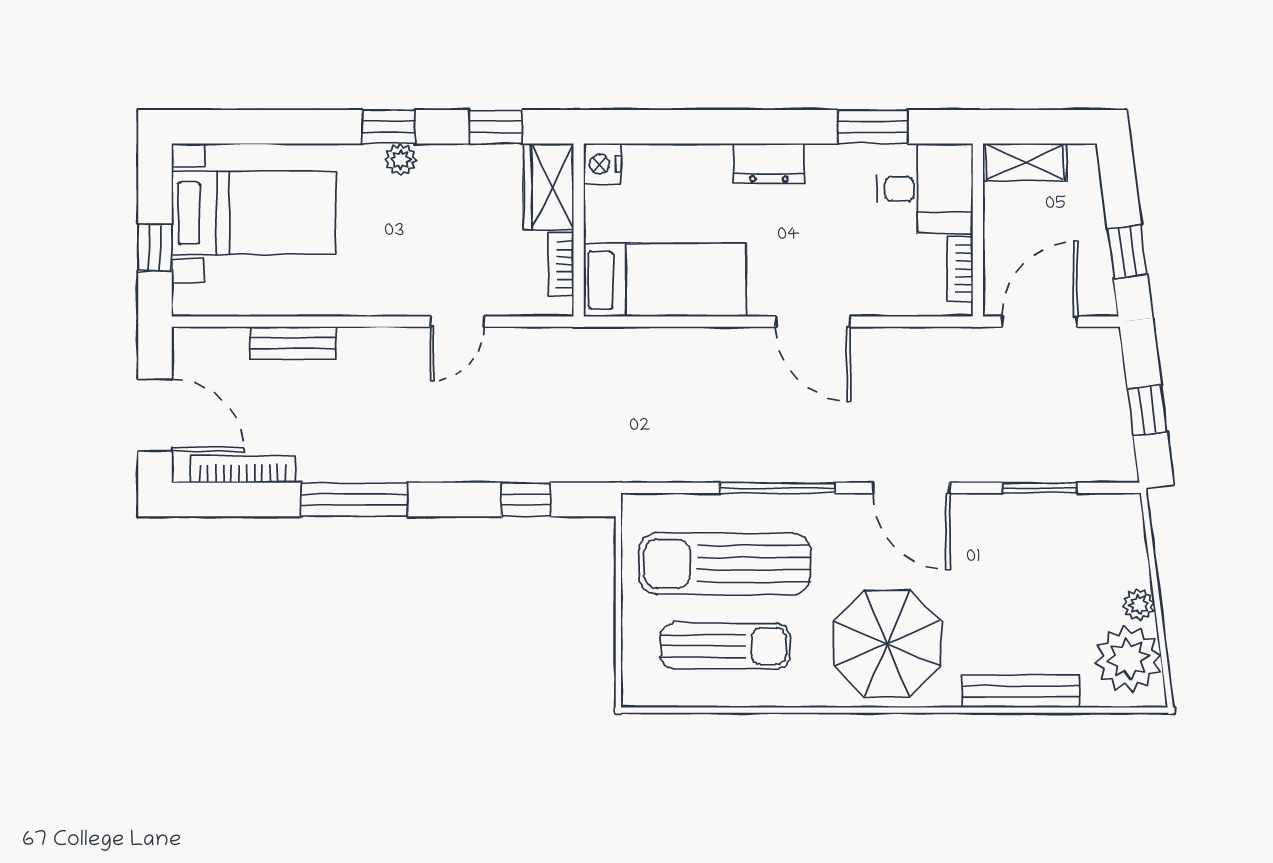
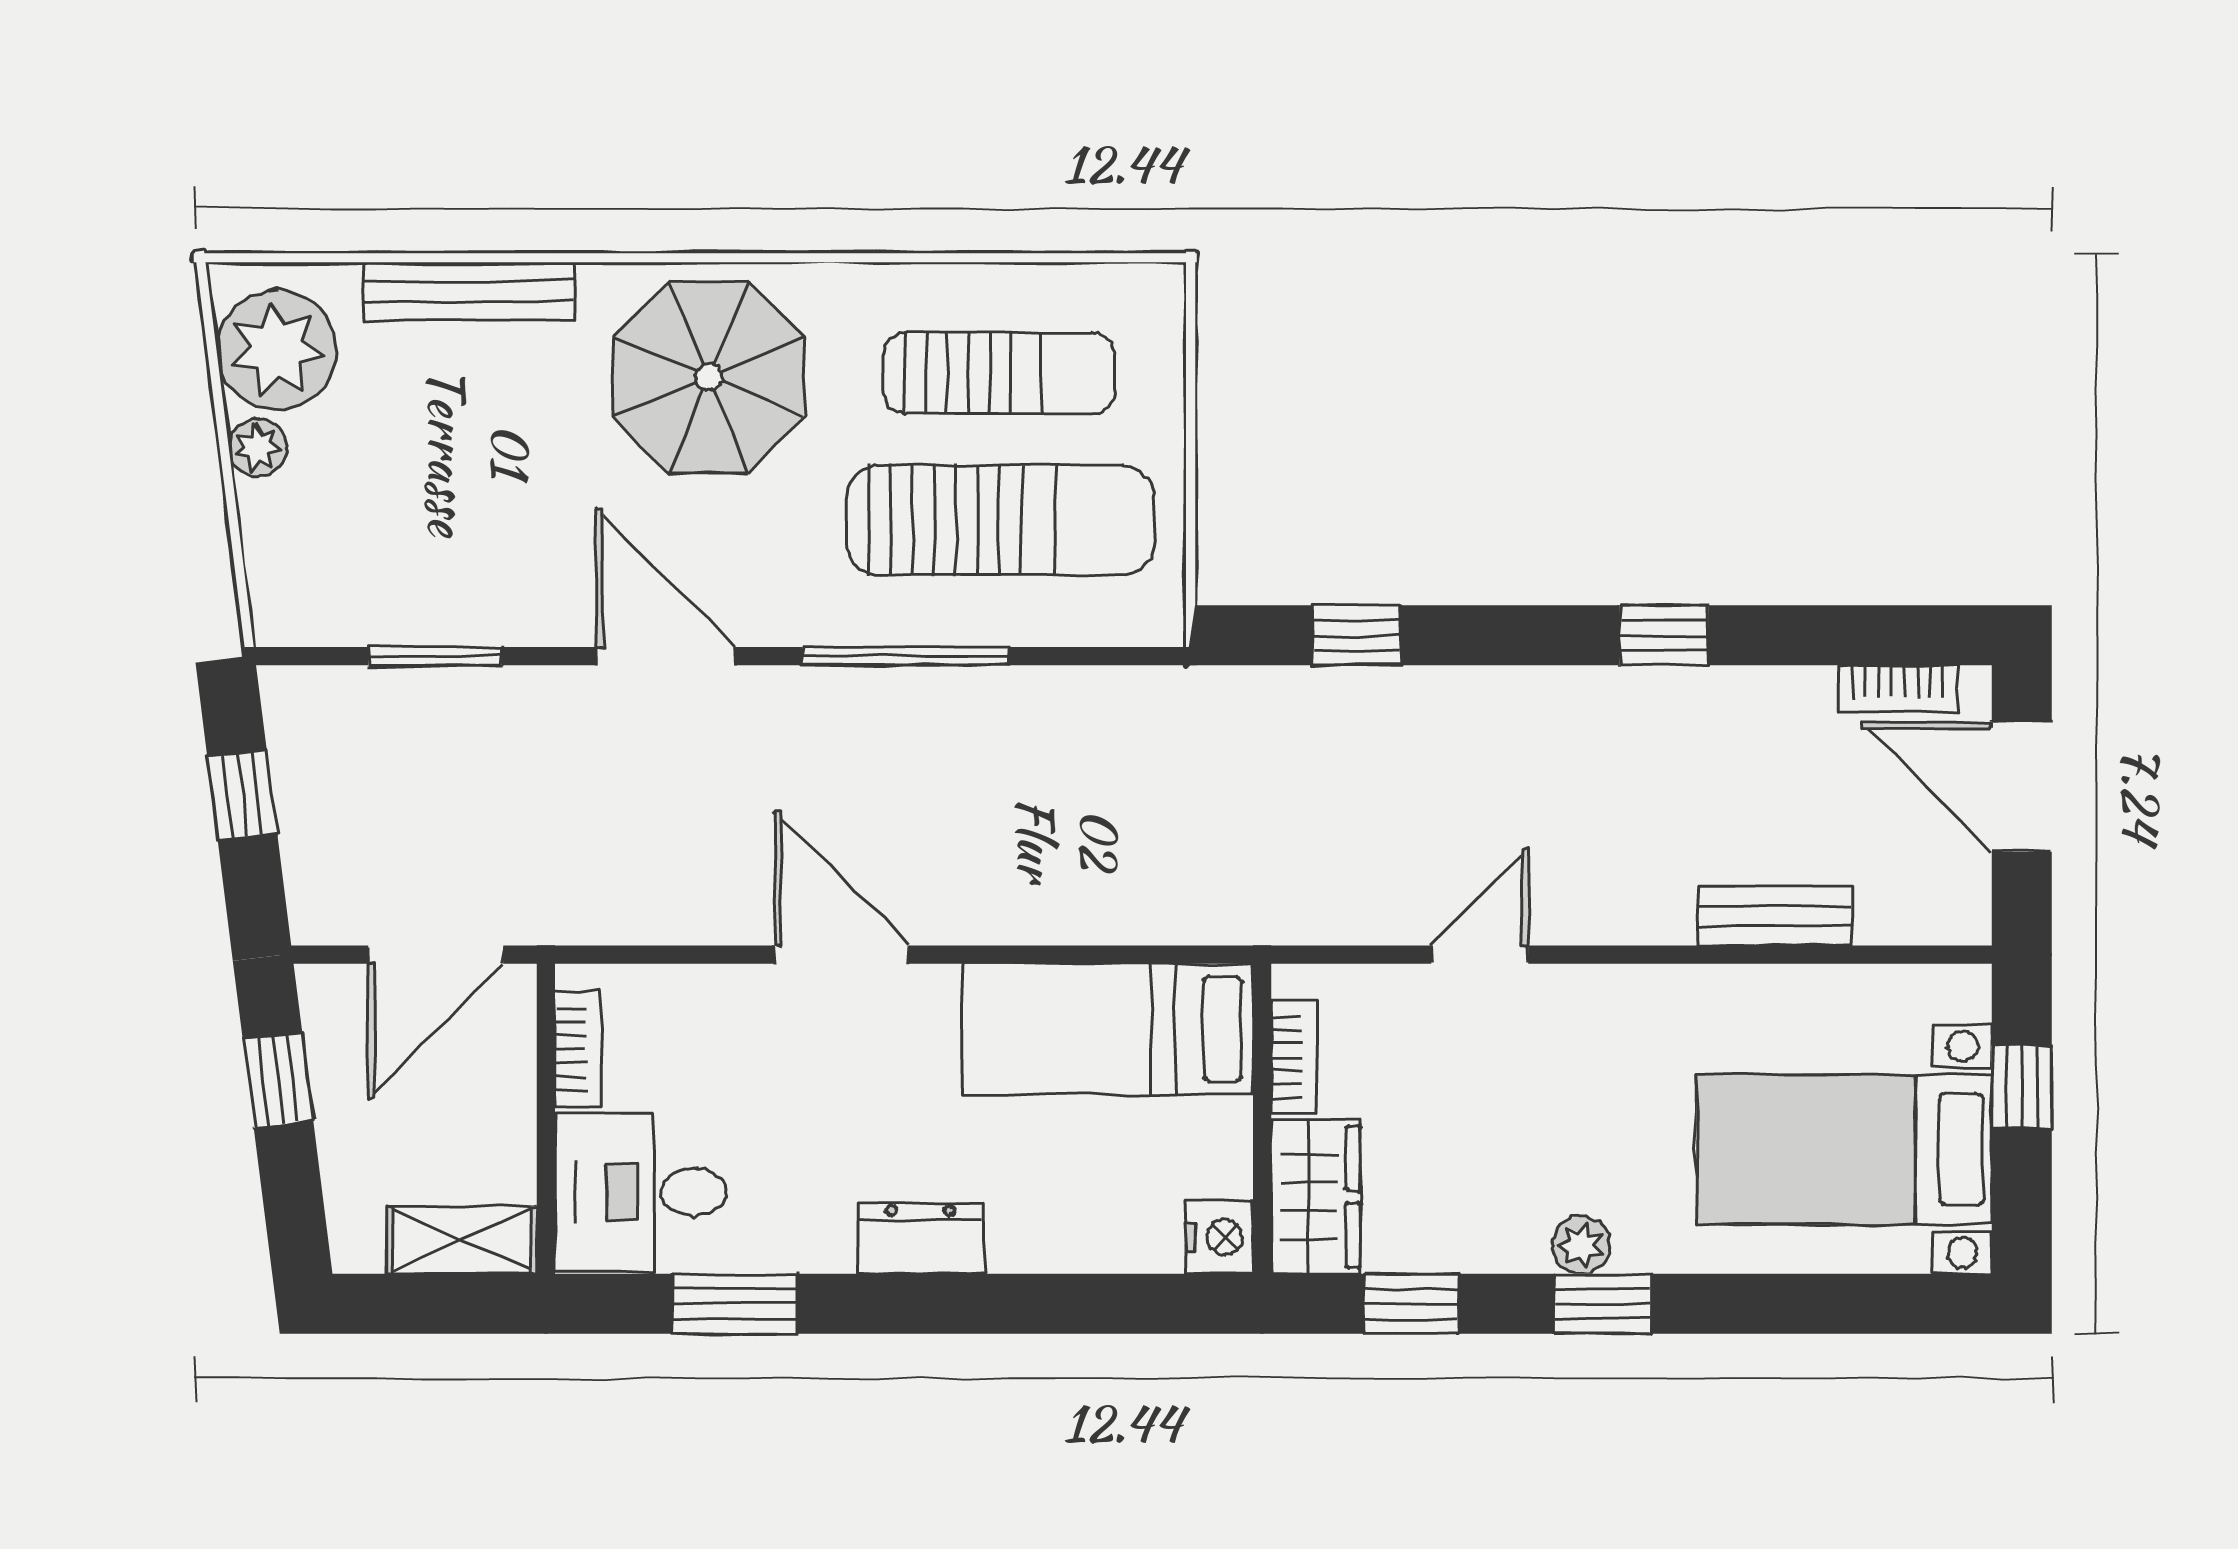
bookcase: (243, 470) -> (1898, 689), width x0.64
window: (354, 500) -> (1664, 635), width x0.46
sun lounger: (725, 646) -> (999, 373), turned 180

